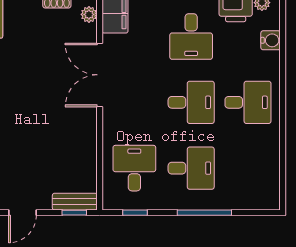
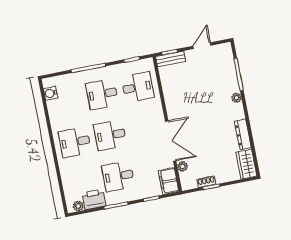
plant: (89, 14) -> (183, 166), moved
desk: (191, 37) -> (118, 176), turned -90
water cooler: (271, 40) -> (50, 93), moved
desk: (134, 168) -> (138, 87), turned -90

